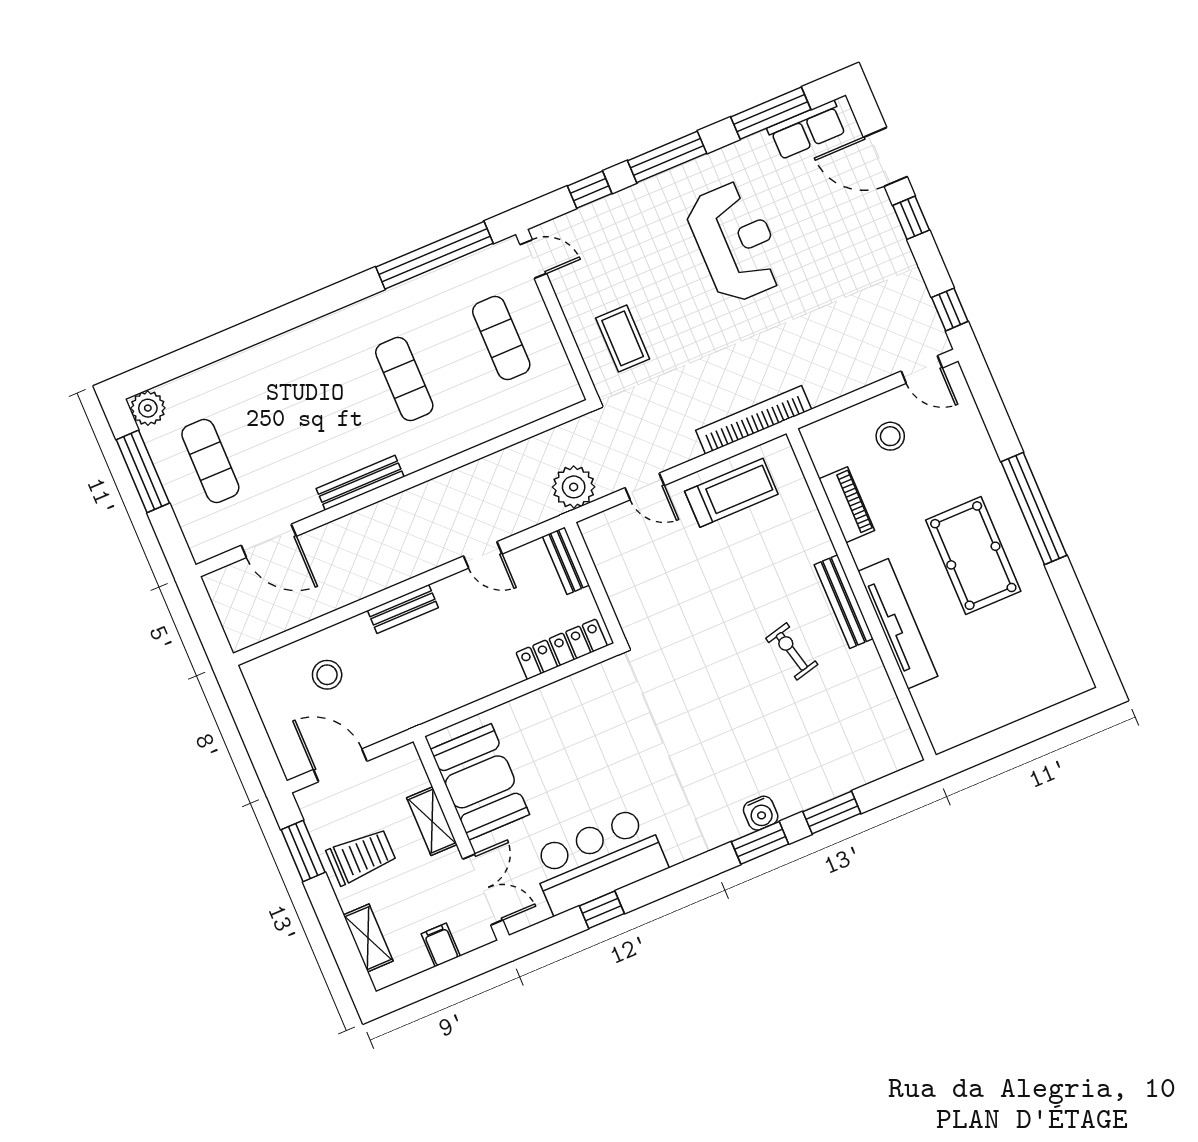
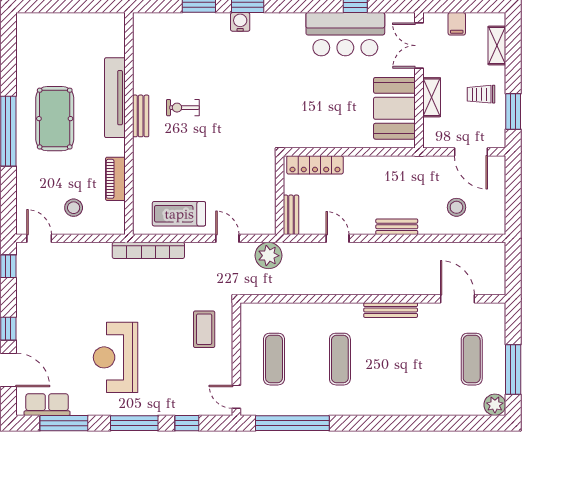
bench: (844, 602) -> (141, 116), width x0.73
exercise bike: (792, 651) -> (183, 108), turned 104
trolley: (361, 857) -> (481, 94), width x0.73, depth x0.72

